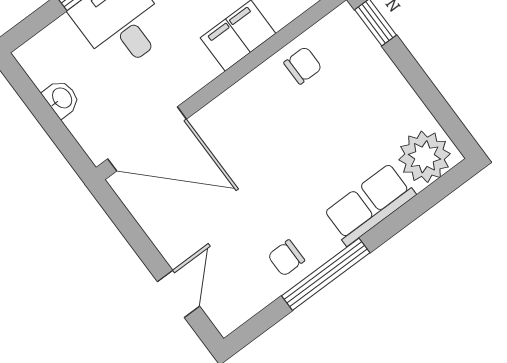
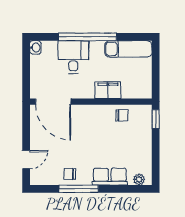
washbasin: (61, 98) -> (35, 47), moved
plant: (425, 157) -> (139, 179), width x0.53, depth x0.53

